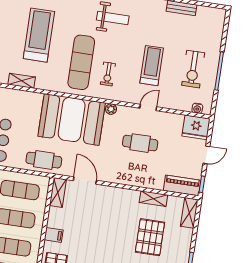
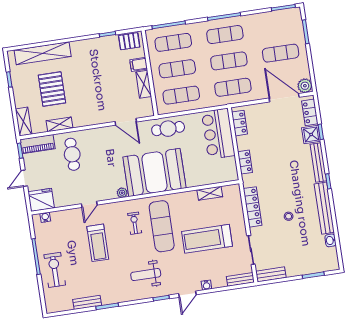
treadmill: (39, 35) -> (207, 239), turned 90
exercise bike: (193, 69) -> (55, 270), moved
cafe table: (140, 143) -> (72, 154), moved, turned 90
shelving: (58, 193) -> (144, 84), moved

